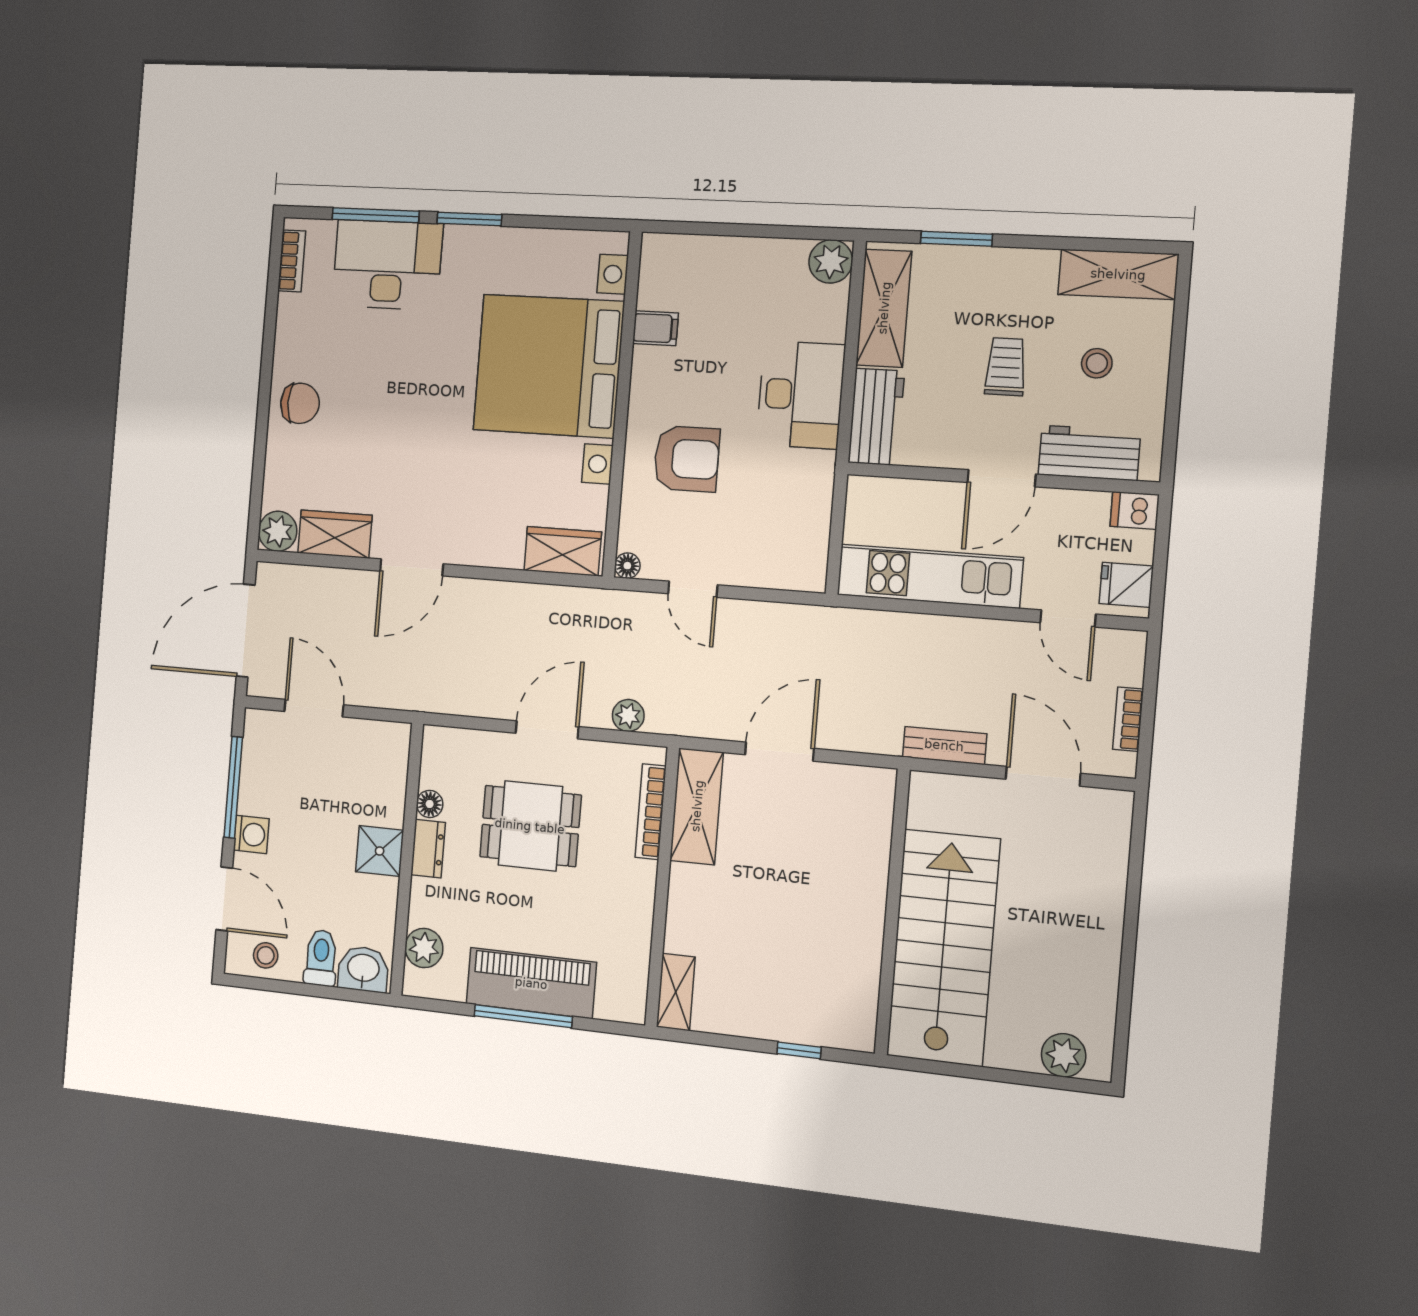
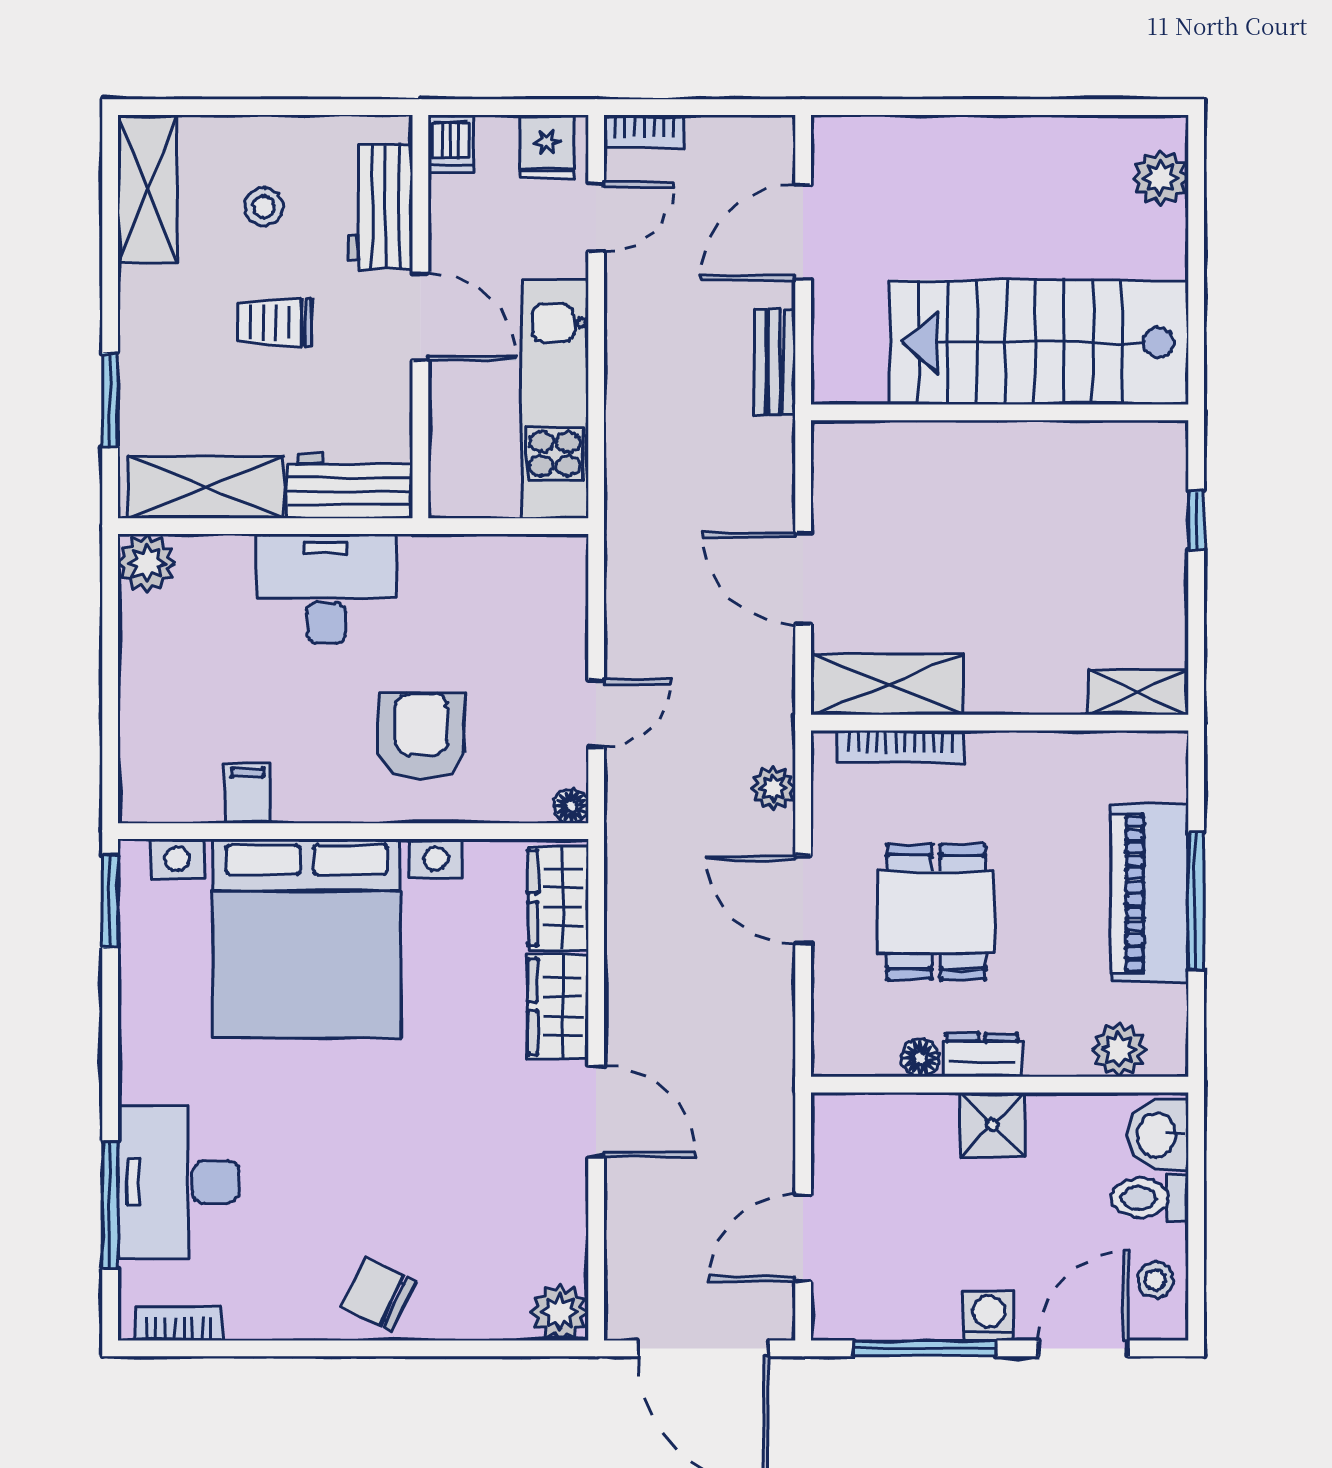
window: (469, 219) -> (110, 901), moved
chair: (300, 403) -> (378, 1294), turned -64
wardrobe: (335, 534) -> (558, 1007), moved
bookcase: (1128, 719) -> (644, 131), moved

